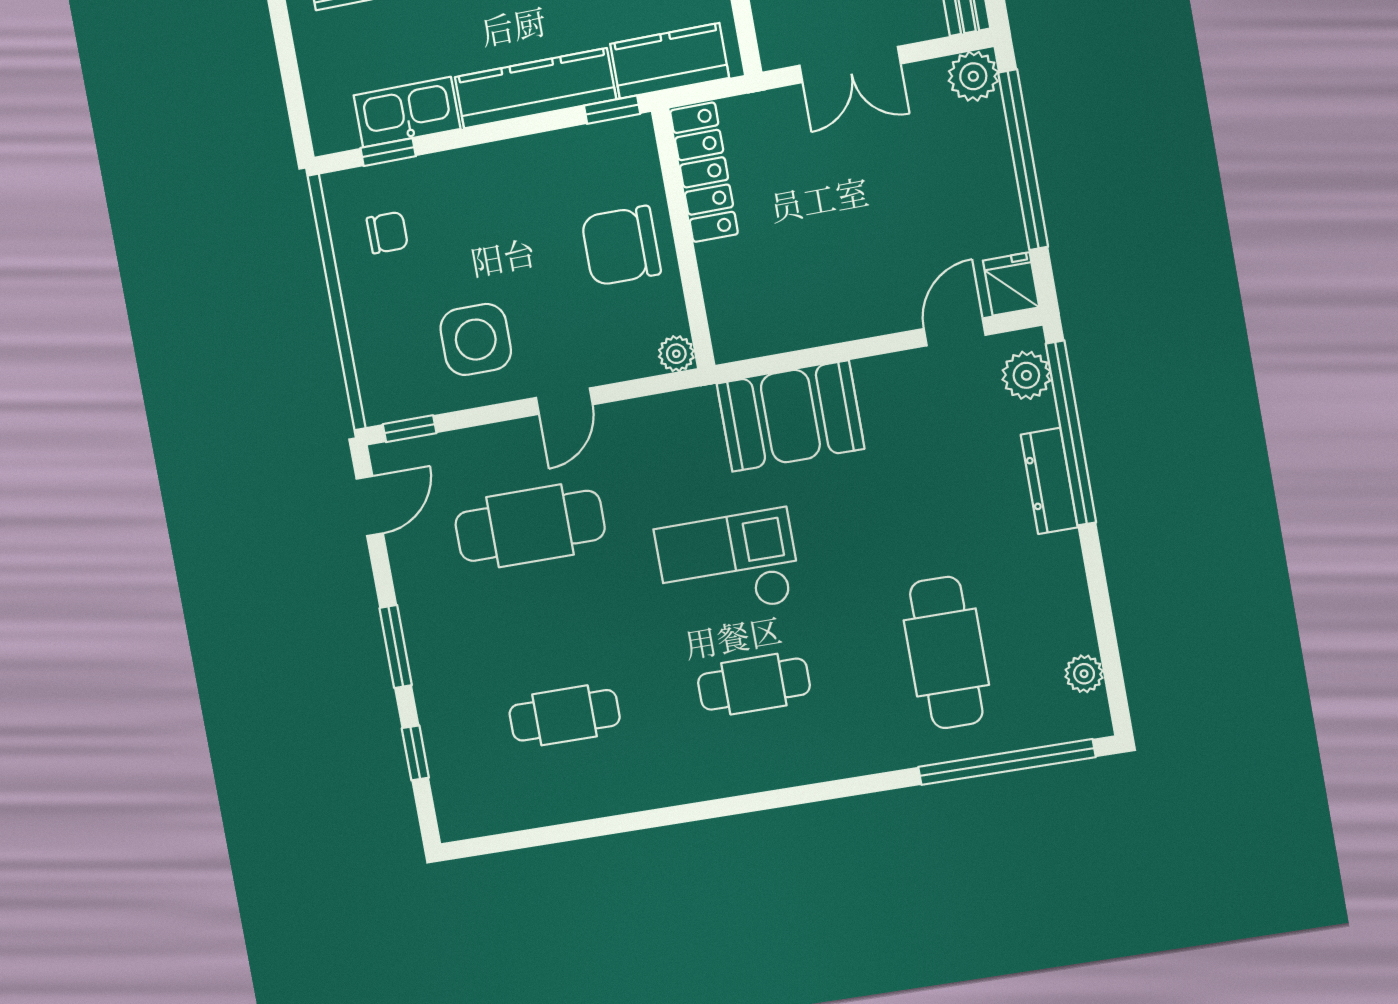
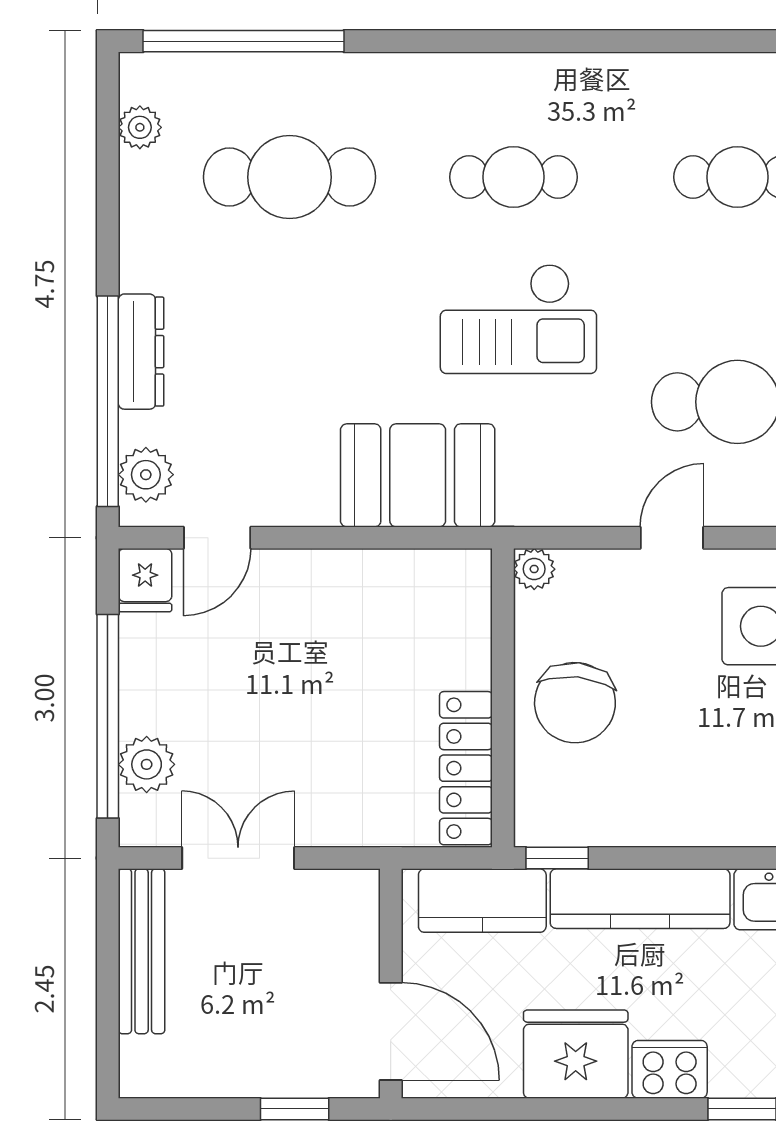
double door: (850, 65) -> (238, 858), moved
plant: (973, 76) -> (147, 764), moved
chair: (621, 246) -> (575, 703), turned 96
cafe table: (946, 653) -> (290, 177), turned 90

